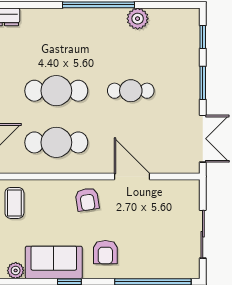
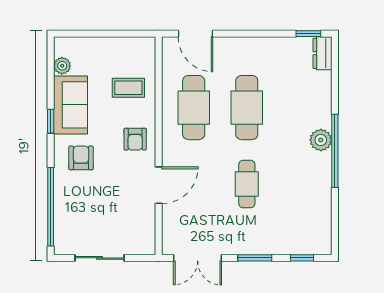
plant: (138, 19) -> (321, 140), moved
armchair: (87, 199) -> (135, 139), turned -81
coffee table: (14, 203) -> (128, 88), moved
armchair: (105, 252) -> (81, 158), turned 90

